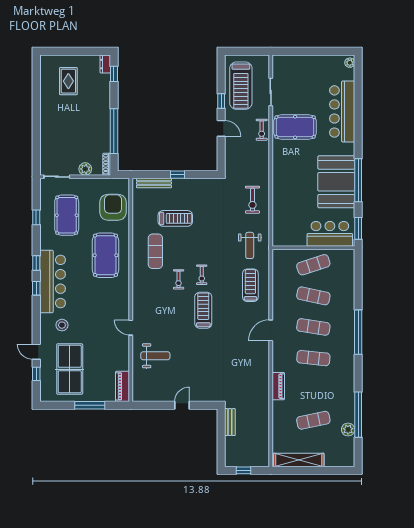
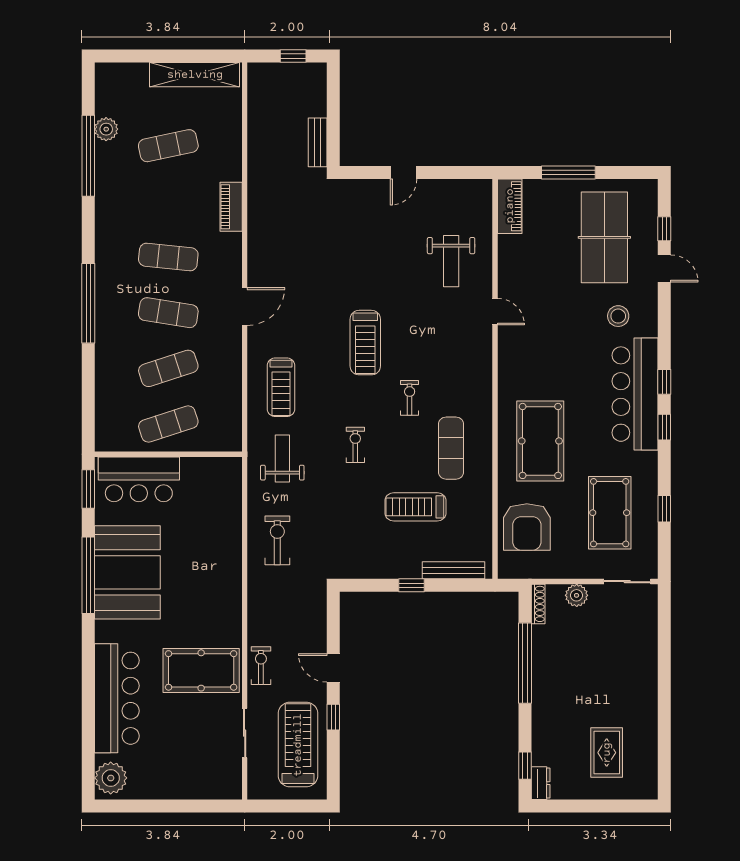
plant: (350, 63) -> (111, 778), width x1.88, depth x1.88
exercise bike: (202, 275) -> (355, 445), moved
exercise mat: (313, 296) -> (168, 368), turned -30
weight bench: (155, 356) -> (451, 261), turned -90

